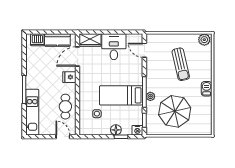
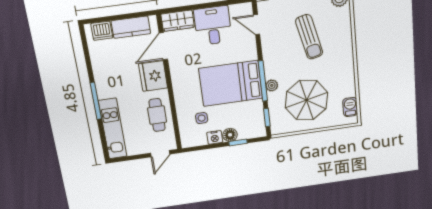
fridge: (69, 77) -> (153, 76), width x1.88, depth x1.34
barbecue: (207, 89) -> (350, 107), moved
bed: (121, 95) -> (231, 83), width x1.50
nightstand: (137, 130) -> (215, 137), moved
door: (63, 137) -> (160, 154), swing flipped

